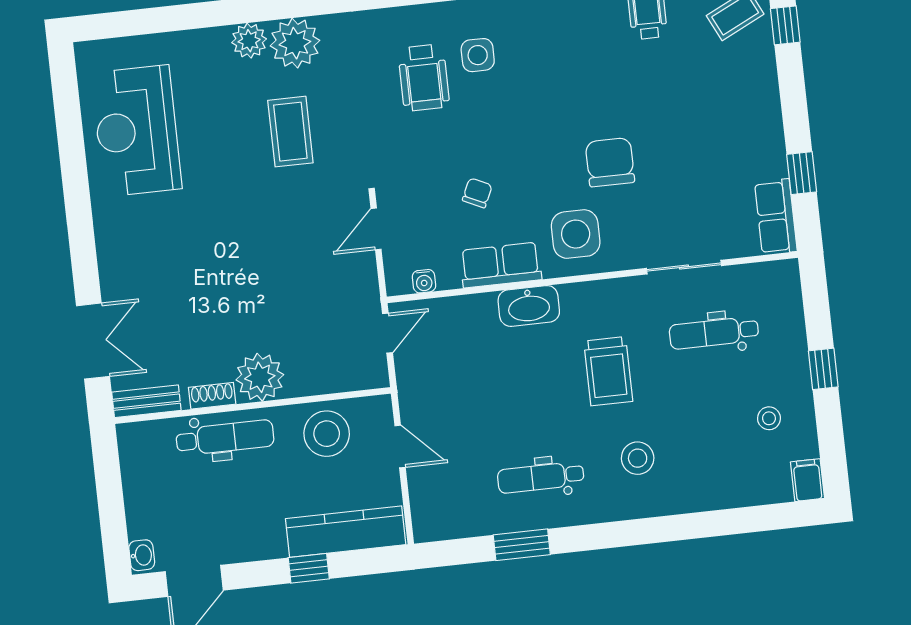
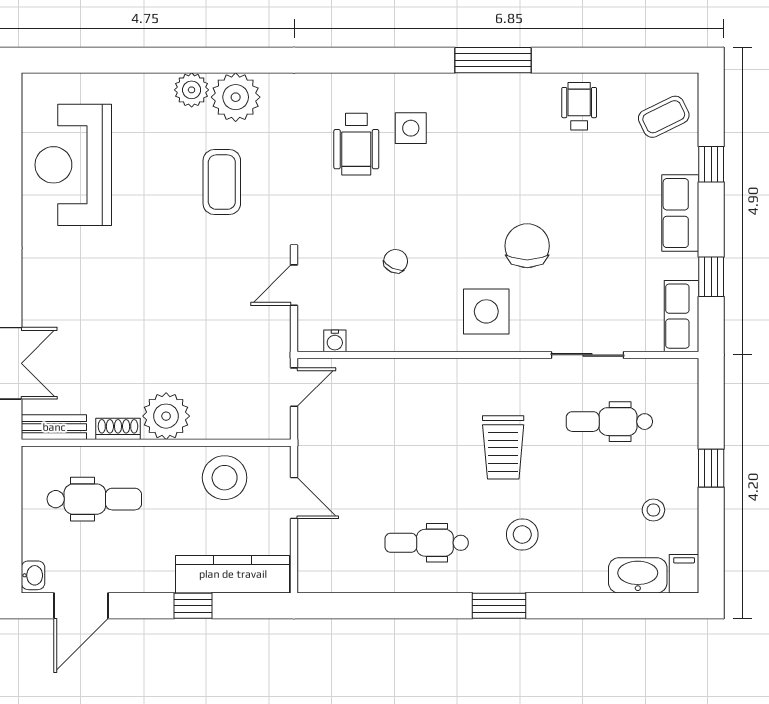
window: (785, 25) -> (711, 164), moved
row of seats: (501, 265) -> (680, 213), moved, turned -90
washbasin: (529, 306) -> (638, 575), moved, turned 180
dental chair: (225, 438) -> (94, 499), moved
window: (522, 545) -> (499, 606), moved

